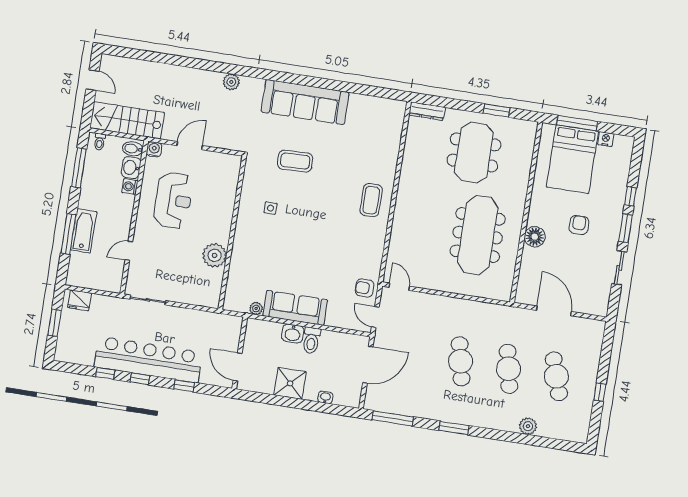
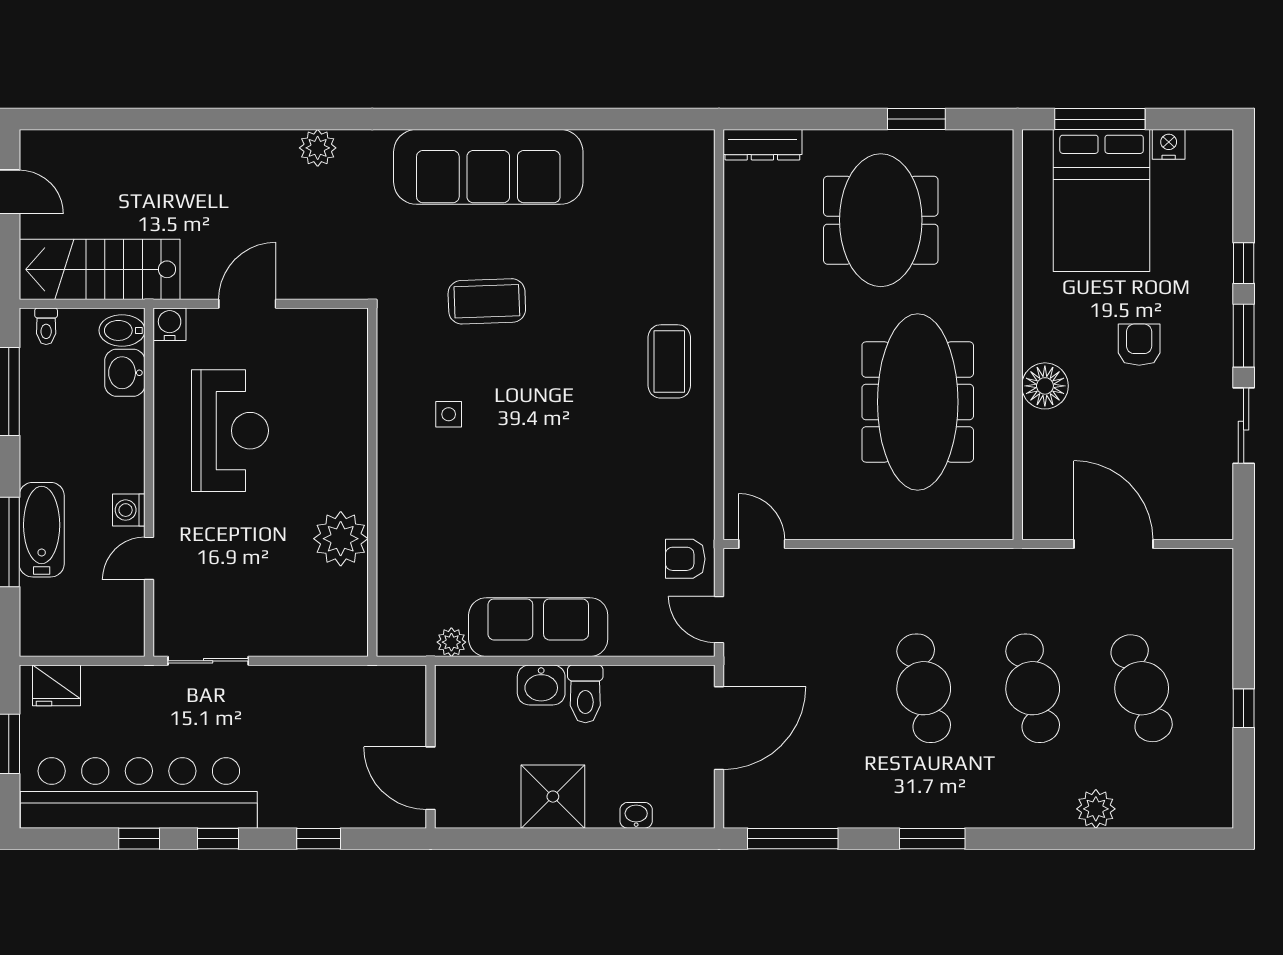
washing machine: (130, 187) -> (129, 510), moved
bar counter: (148, 360) -> (139, 793), moved

